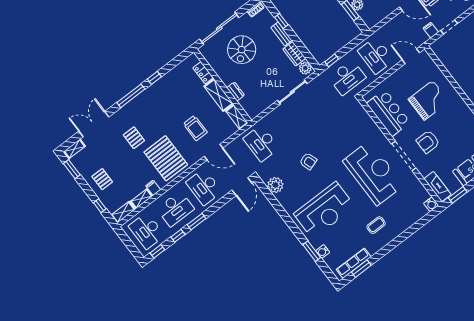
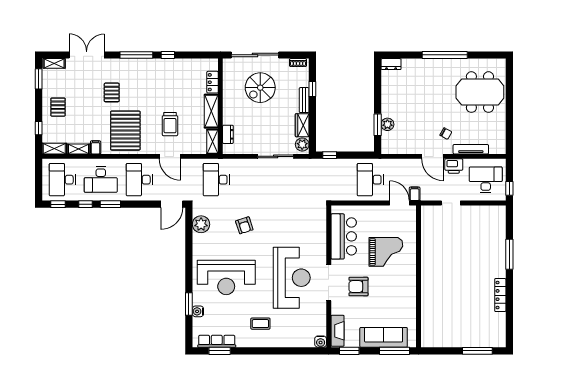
filing cabinet: (431, 30) -> (415, 194), moved
desk: (347, 77) -> (332, 180), removed
dresser: (236, 91) -> (228, 134), moved

